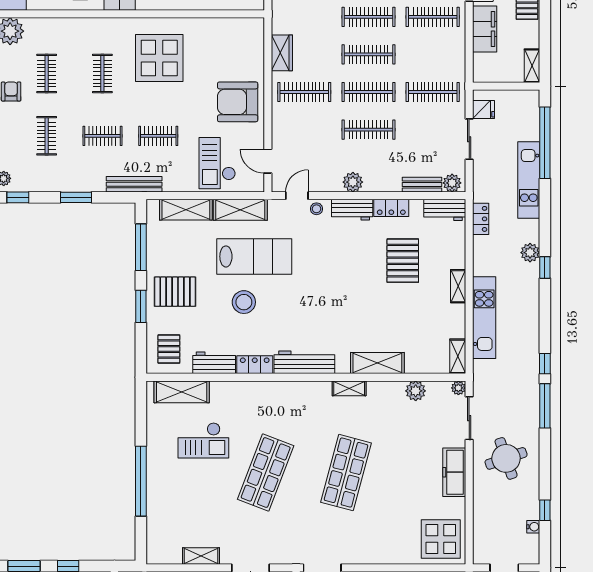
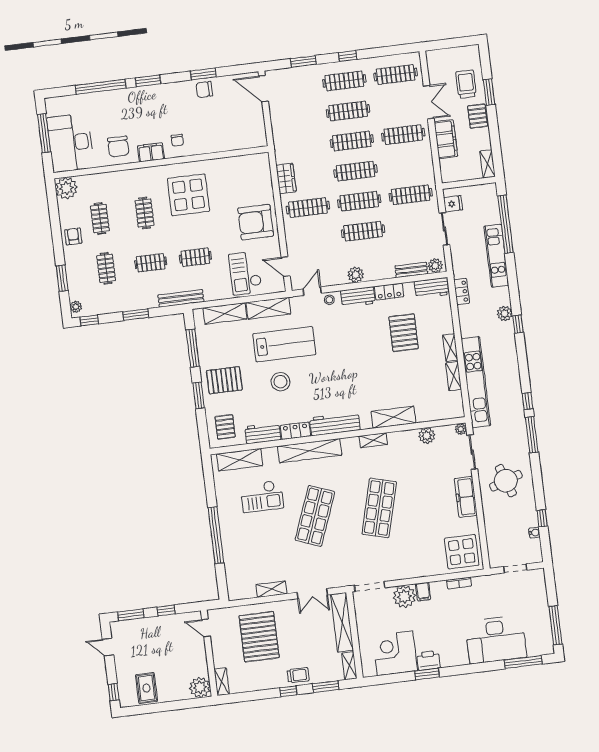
kitchen unit: (484, 318) -> (476, 382), width x1.36
shelving: (458, 356) -> (454, 376), moved
shelving: (269, 391) -> (310, 451), added

